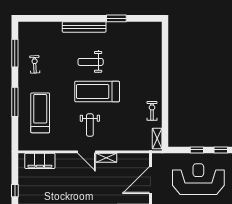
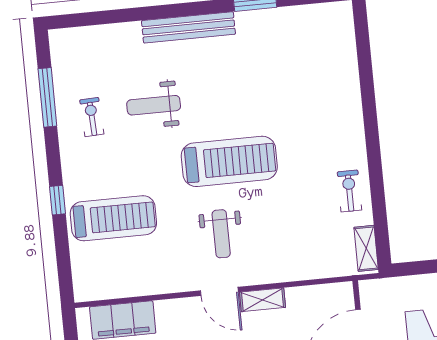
weight bench: (91, 62) -> (154, 105), moved
treadmill: (97, 91) -> (229, 161), turned 180
window: (15, 102) -> (58, 200), width x0.46
treadmill: (40, 113) -> (113, 218), turned 90

